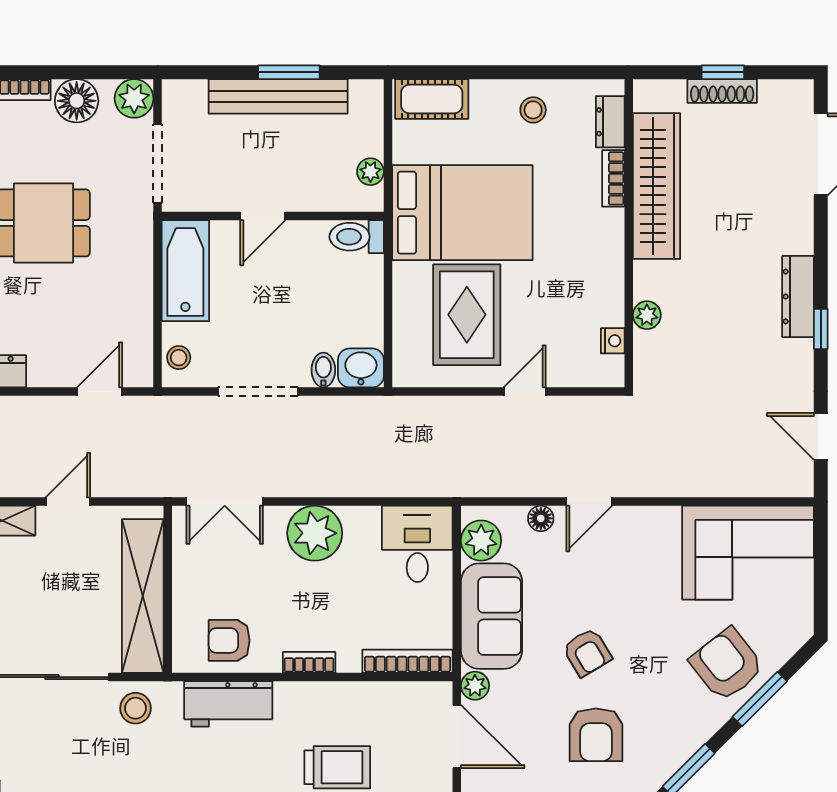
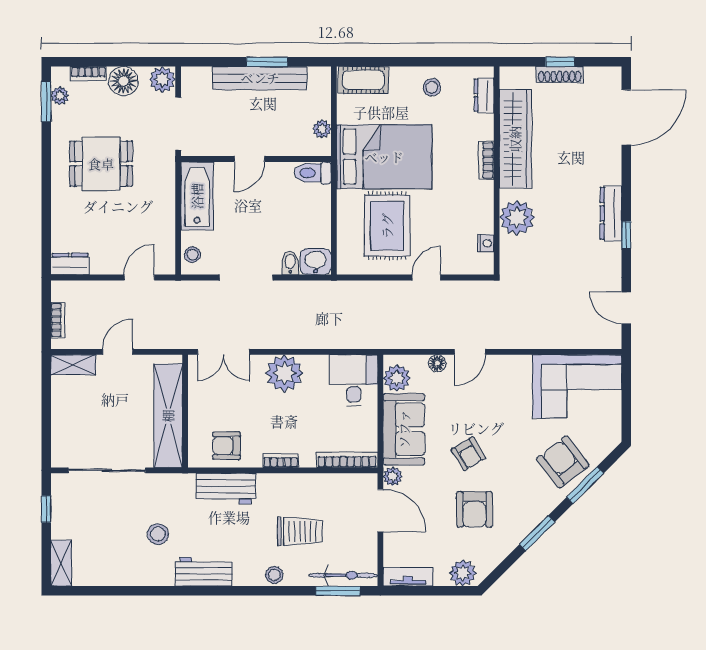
bookcase: (613, 178) -> (486, 160), moved
plant: (647, 315) -> (517, 218), width x1.87, depth x1.87
stool: (135, 708) -> (158, 534), moved

